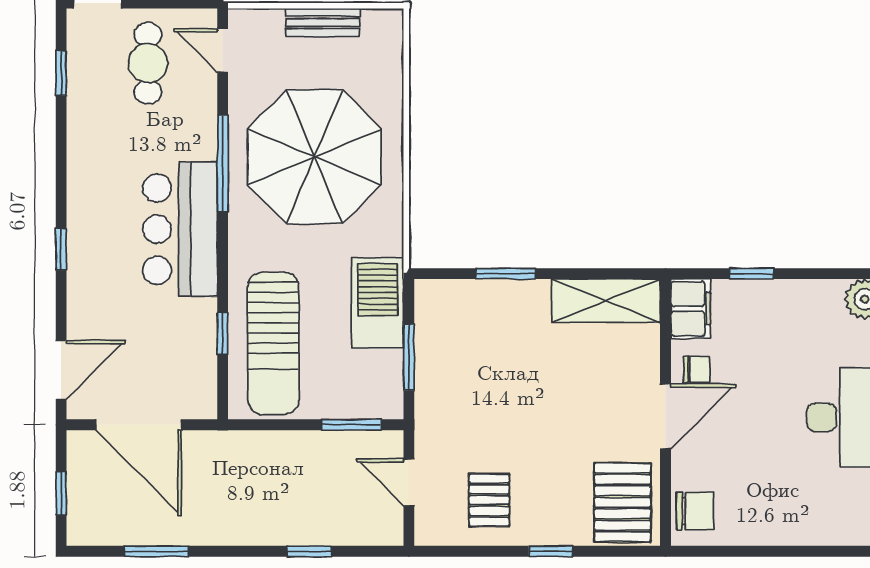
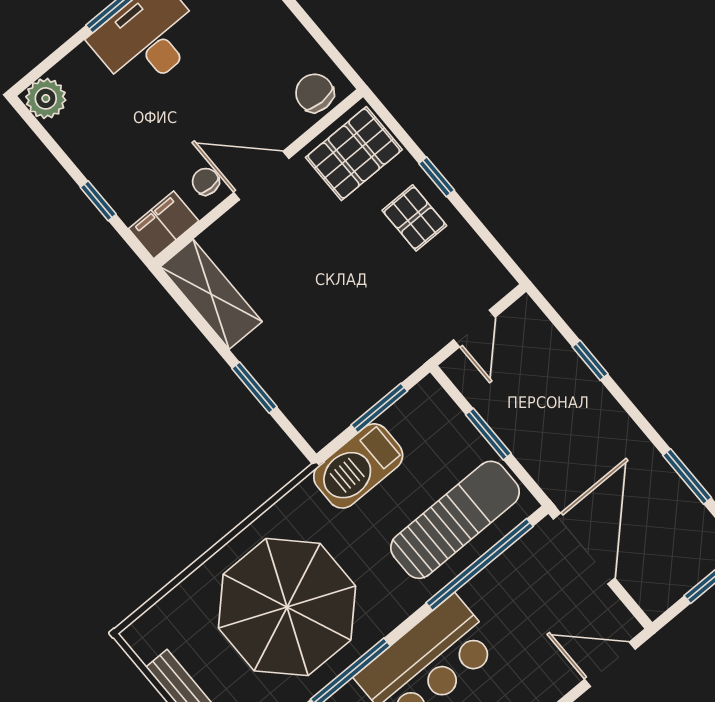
window: (223, 333) -> (480, 565), width x3.17
door: (138, 425) -> (584, 549), moved
window: (351, 425) -> (488, 434), moved
pallet: (489, 500) -> (414, 218), moved, turned 90

